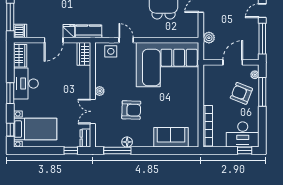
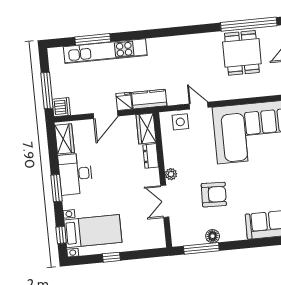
dresser: (85, 138) -> (151, 156), moved
window: (71, 151) -> (111, 257), moved

